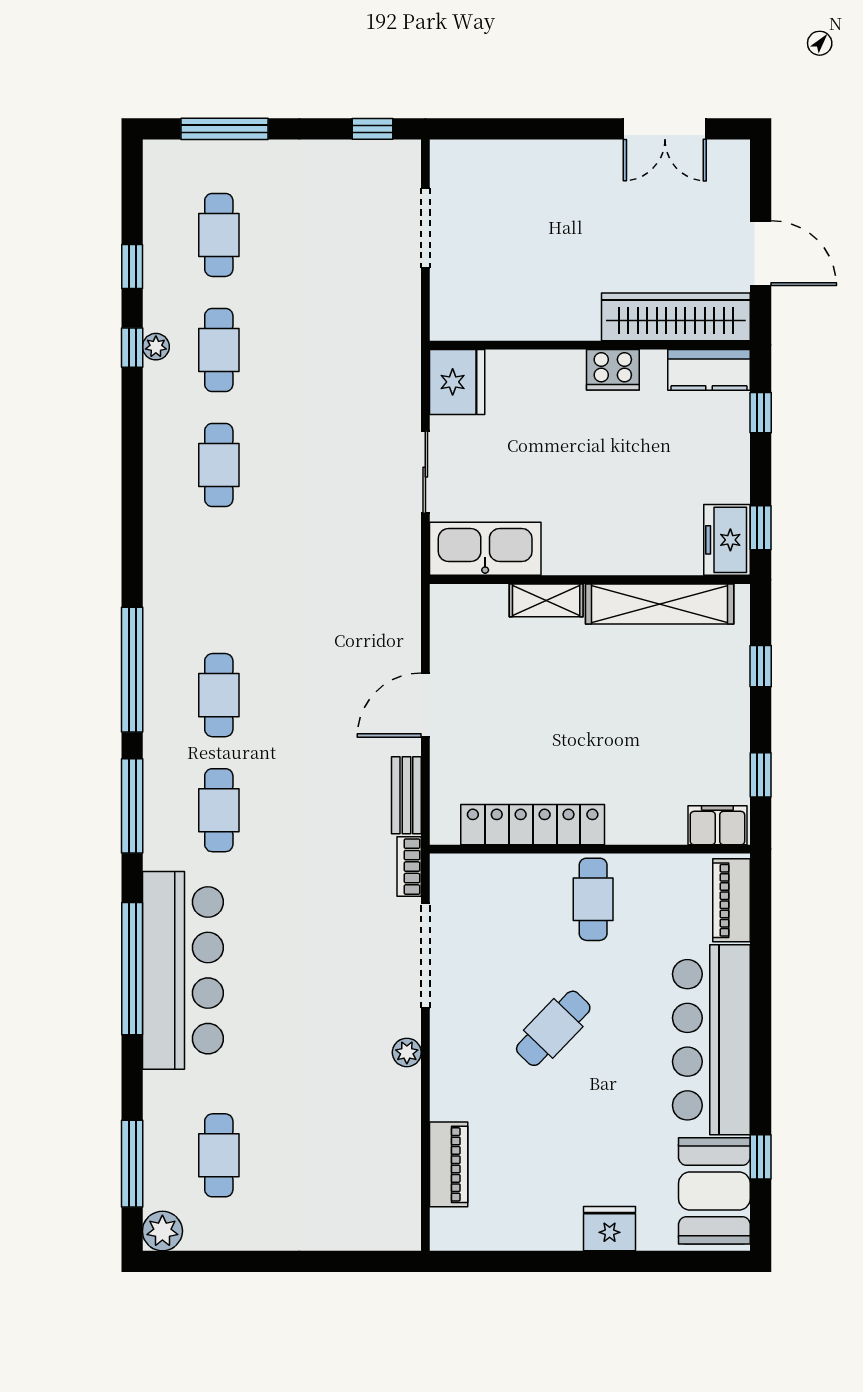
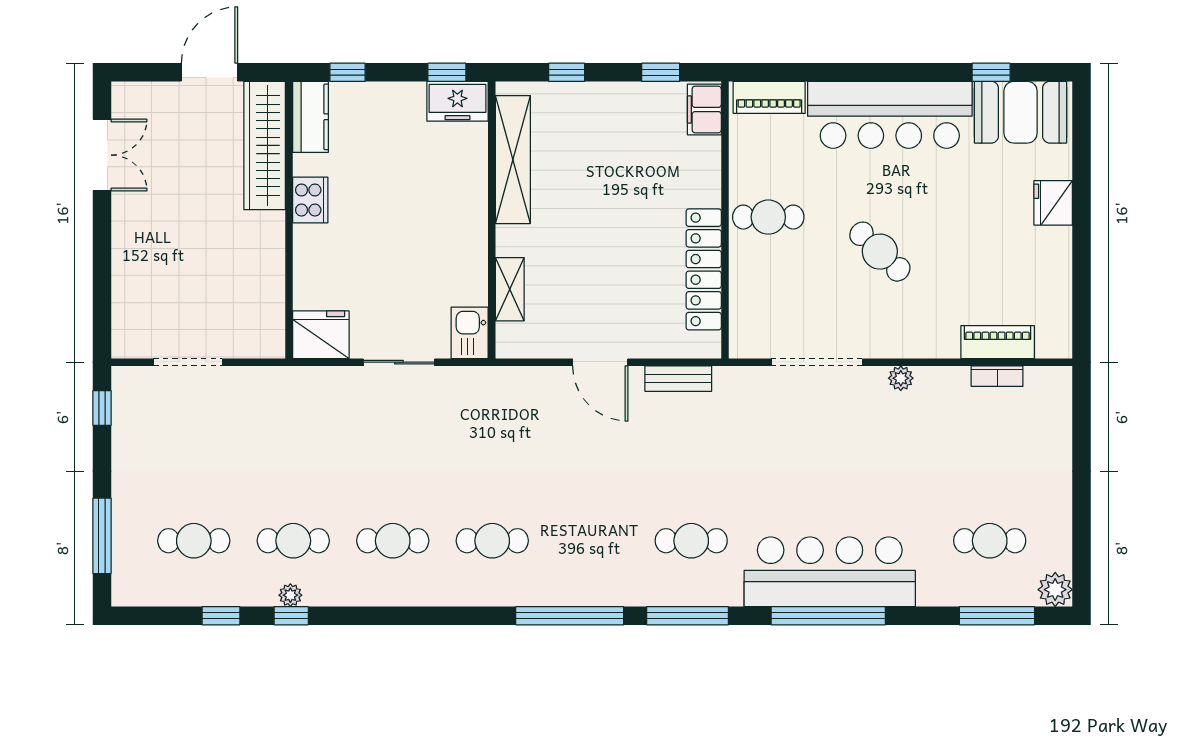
kitchen sink: (485, 549) -> (470, 333), width x0.53, depth x0.81
shelving: (546, 600) -> (510, 289), moved
cafe table: (219, 695) -> (492, 541), moved
bookcase: (409, 867) -> (997, 376), moved

